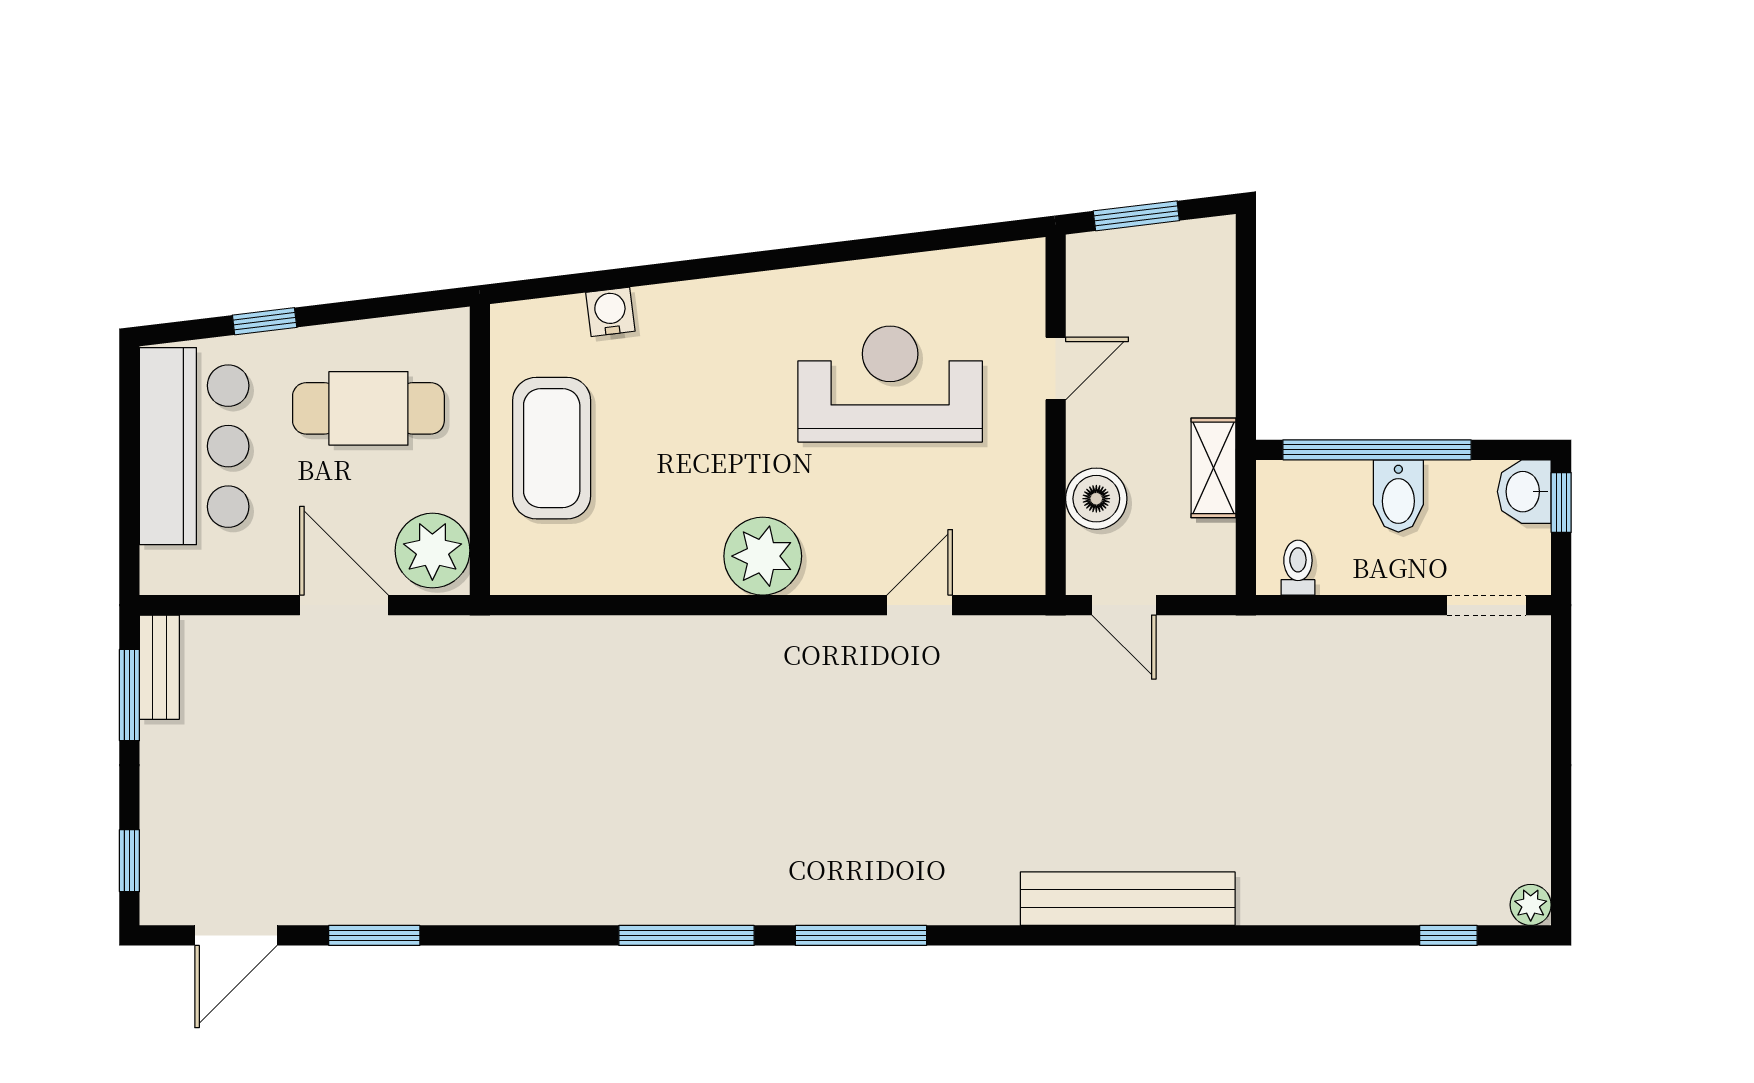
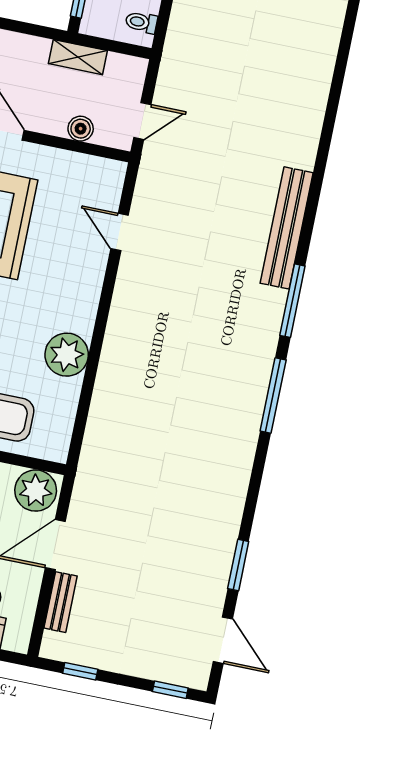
boiler: (1096, 499) -> (81, 129), width x0.73, depth x0.73
plant: (763, 556) -> (67, 355), moved
bench: (159, 667) -> (61, 602), moved, turned 90
window: (129, 695) -> (80, 671), width x0.67
bench: (1128, 899) -> (287, 228), moved

